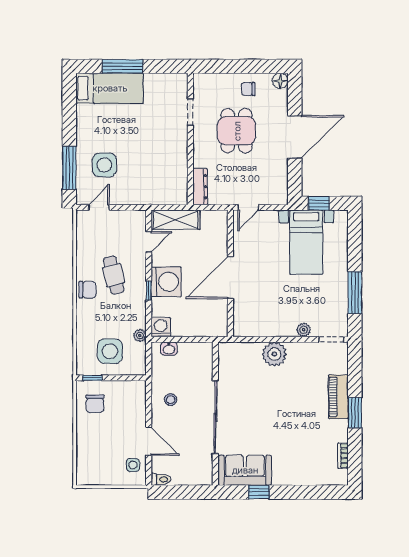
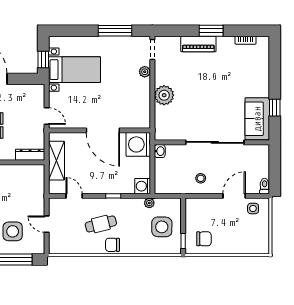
door: (99, 207) -> (47, 224), moved
shelving: (175, 220) -> (56, 161), moved
washing machine: (166, 282) -> (138, 144), moved, turned -90
chair: (88, 290) -> (113, 245), turned -90
washbasin: (169, 349) -> (160, 151), moved

